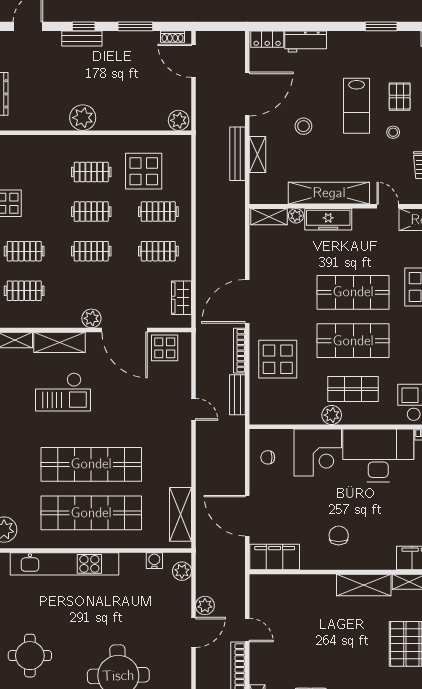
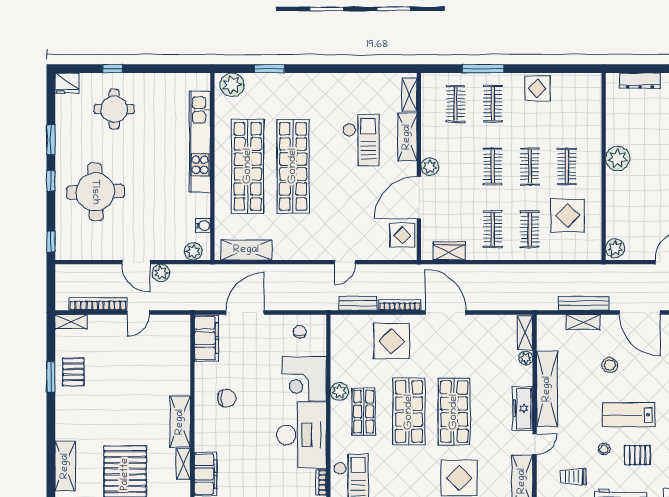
freezer: (328, 219) -> (523, 409), moved
checkout: (63, 392) -> (361, 140), turned 180

